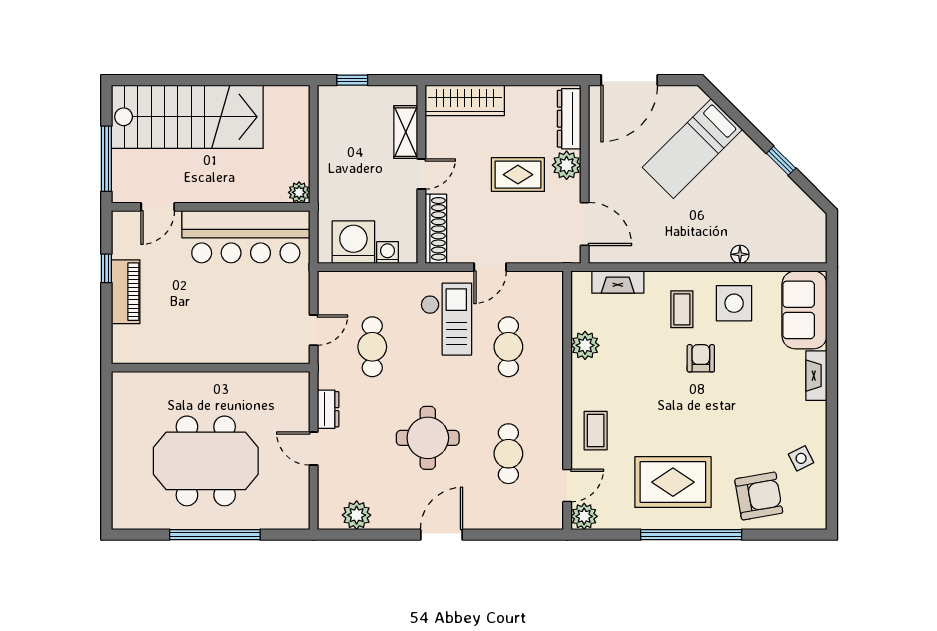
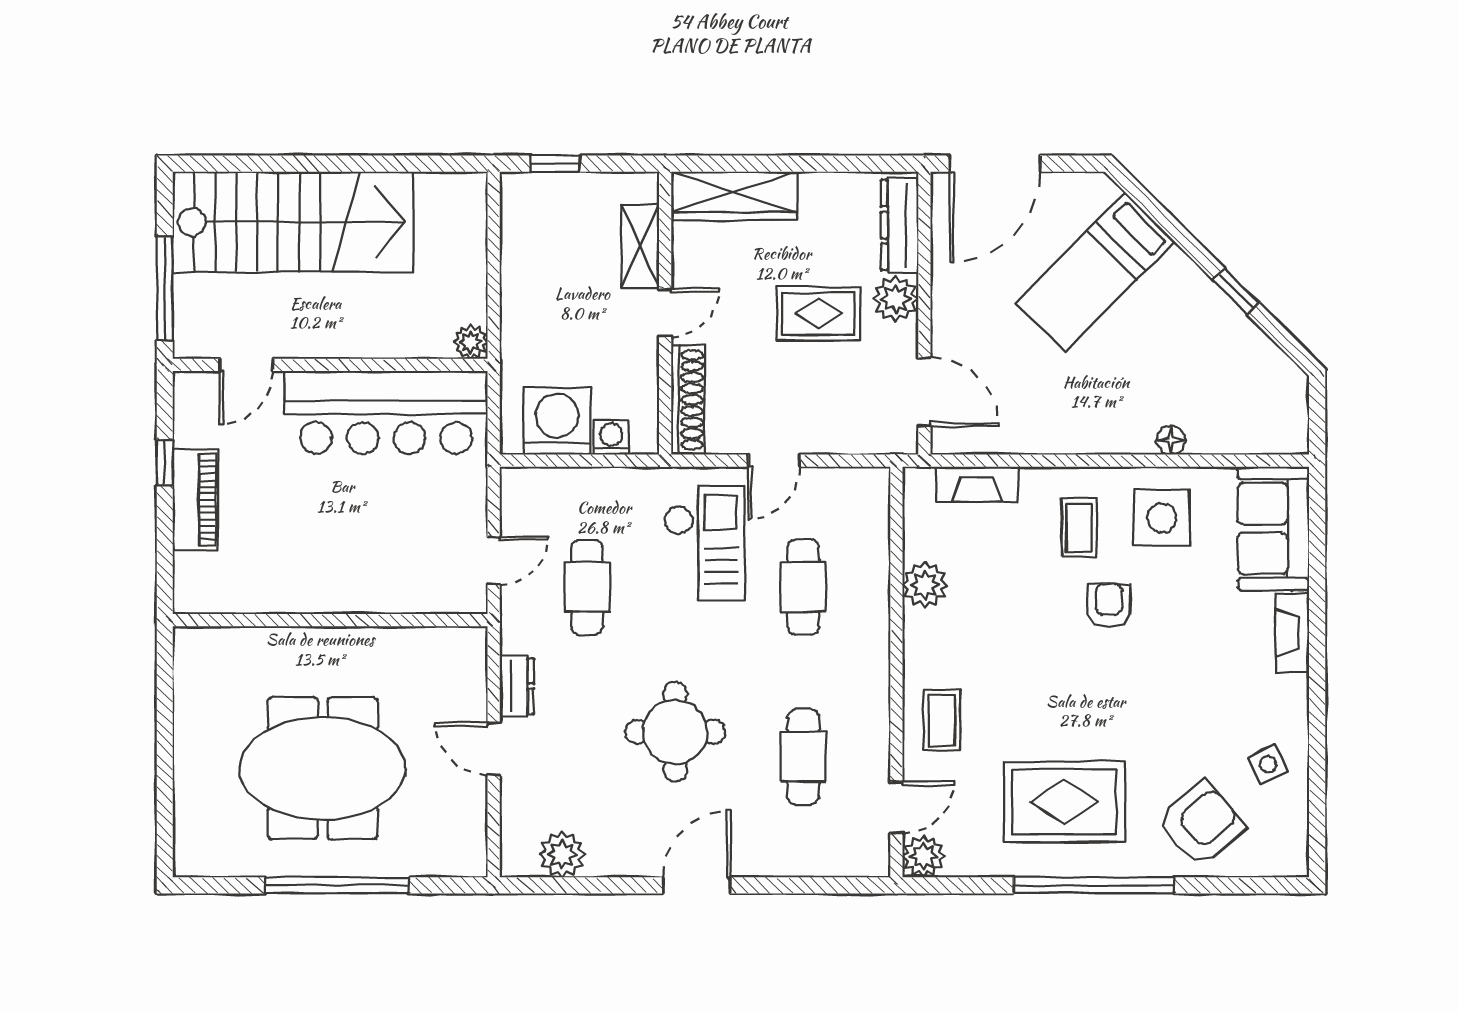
armchair: (759, 496) -> (1201, 824), turned -31

